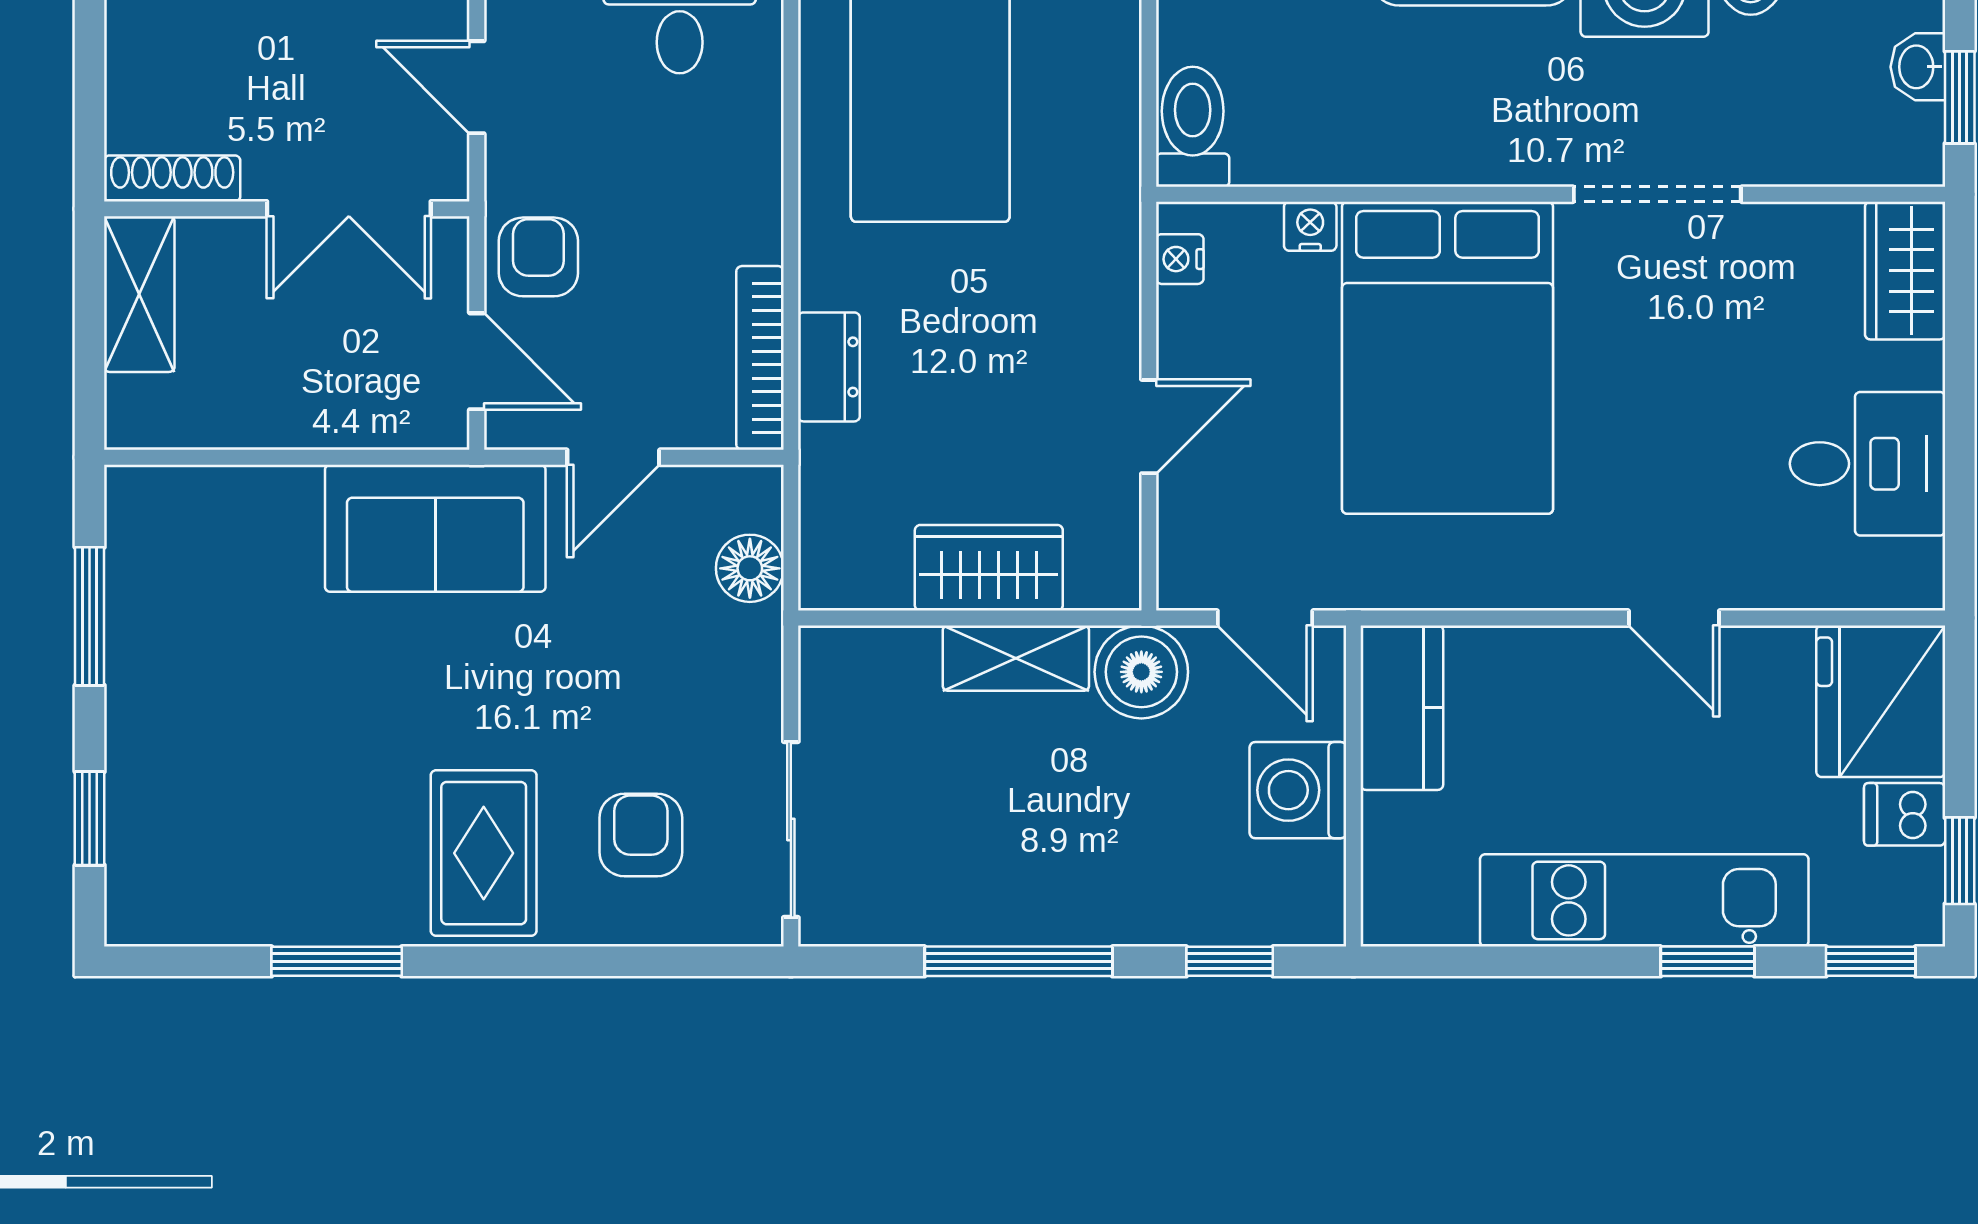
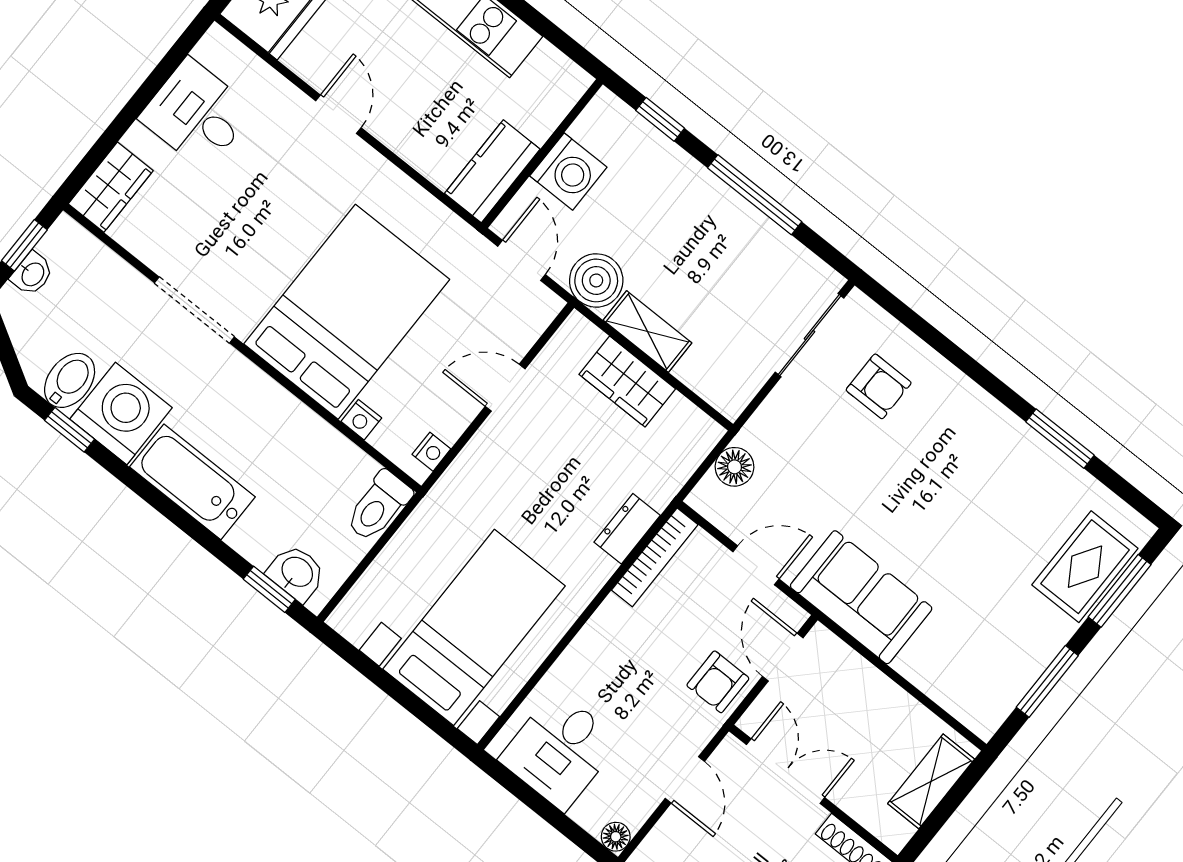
shelving: (139, 294) -> (931, 781), moved
window: (90, 818) -> (1120, 591), width x1.50
armchair: (641, 835) -> (879, 386), turned -90
rug: (484, 853) -> (1085, 567), moved

